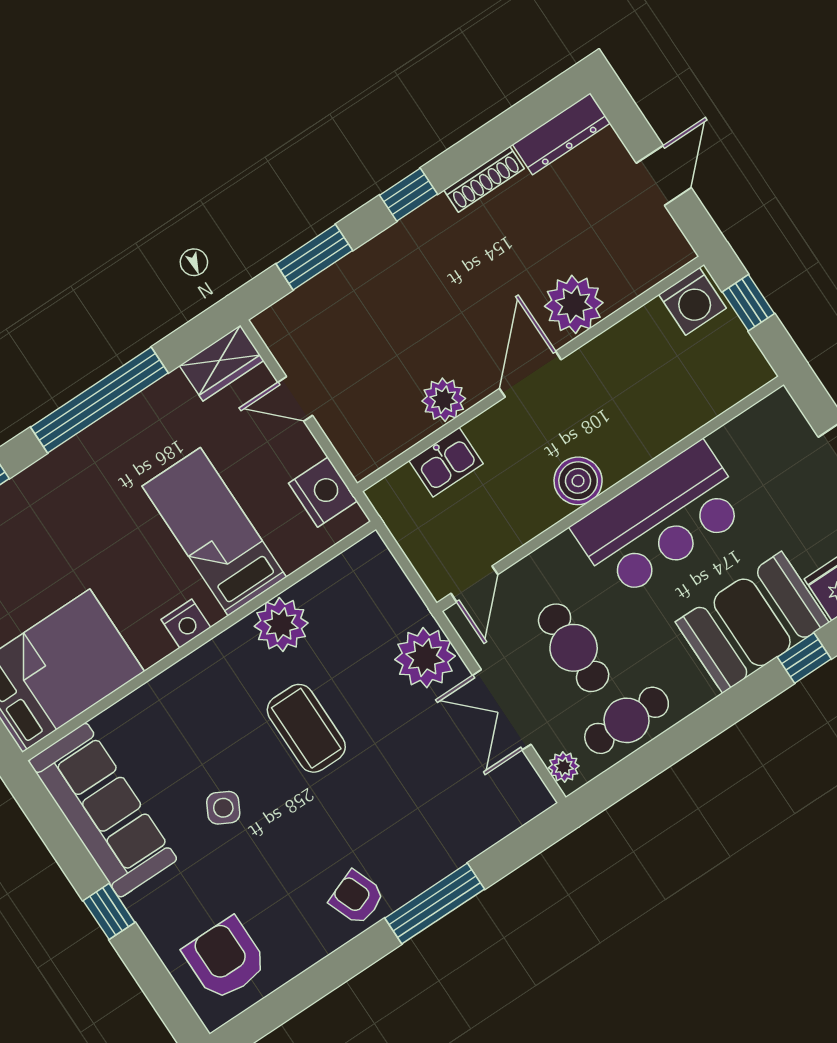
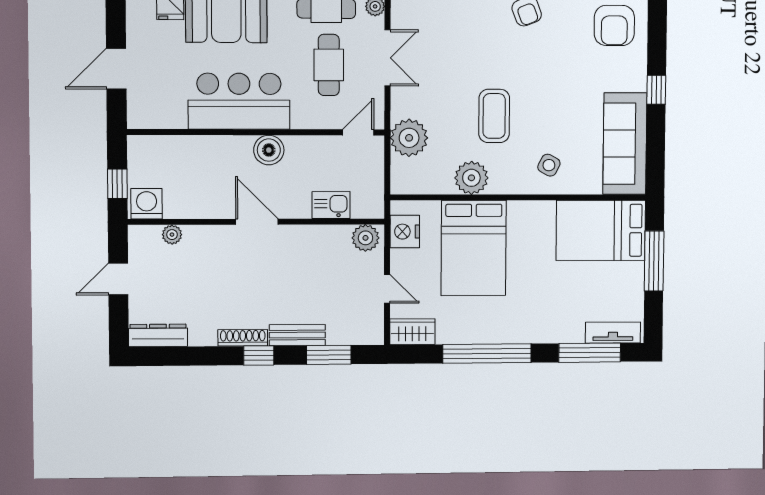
shoe rack: (484, 179) -> (243, 338), moved
bench: (375, 256) -> (297, 335), added
plant: (574, 304) -> (172, 235), moved, width x0.53, depth x0.53
door: (530, 374) -> (257, 222), swing flipped
plant: (444, 400) -> (365, 238), moved
bed: (214, 532) -> (474, 248), width x1.50
nightstand: (186, 623) -> (519, 211), removed
plant: (425, 658) -> (409, 138), moved
side table: (223, 808) -> (549, 165), moved

